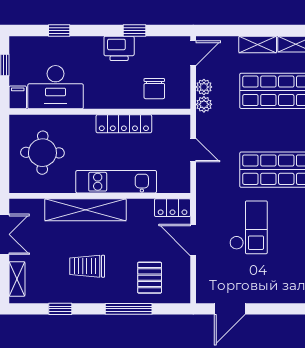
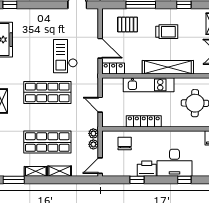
desk: (56, 87) -> (174, 163), moved, turned 180
pallet: (150, 278) -> (128, 25), turned 90

